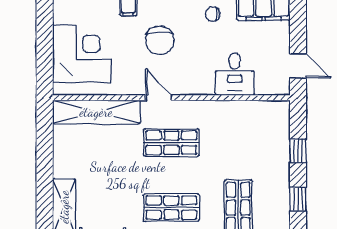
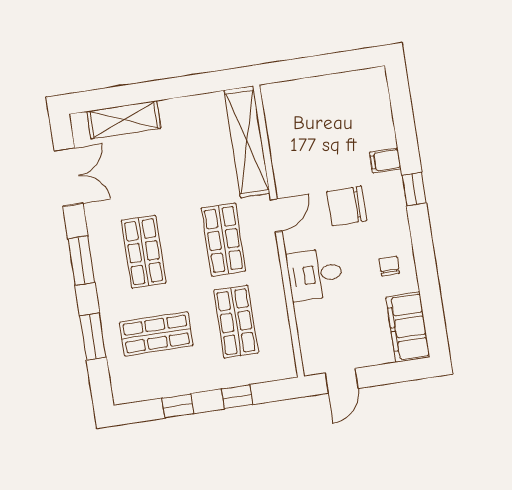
corner desk: (81, 54) -> (316, 112), removed
desk: (235, 74) -> (315, 274), moved
shop shelf: (238, 143) -> (236, 322), added

